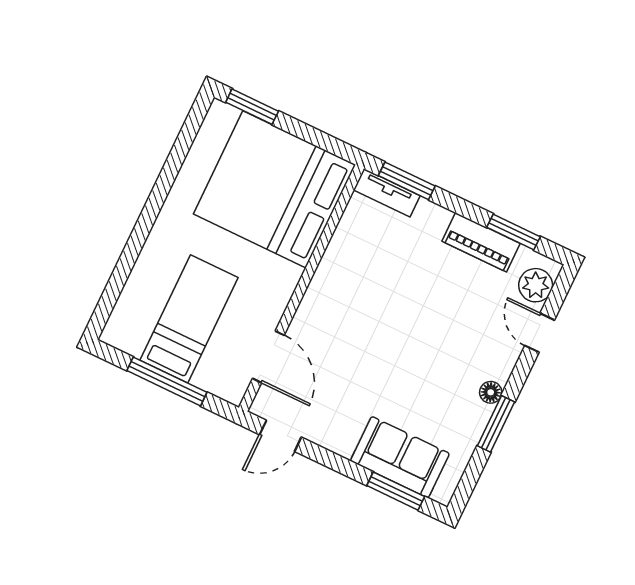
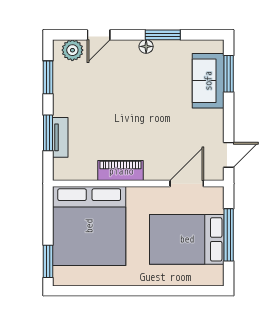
window: (407, 181) -> (48, 133), moved
tv unit: (387, 193) -> (60, 137), moved
piano: (481, 242) -> (121, 171), moved, turned -90
bed: (189, 319) -> (187, 239), width x1.50
door: (280, 436) -> (229, 155), hinge flipped

